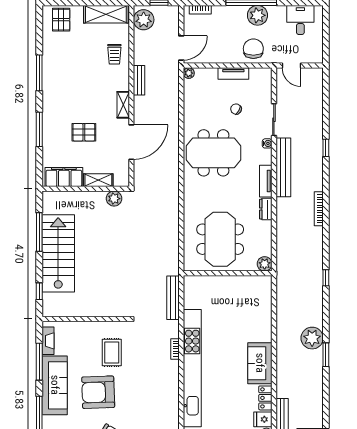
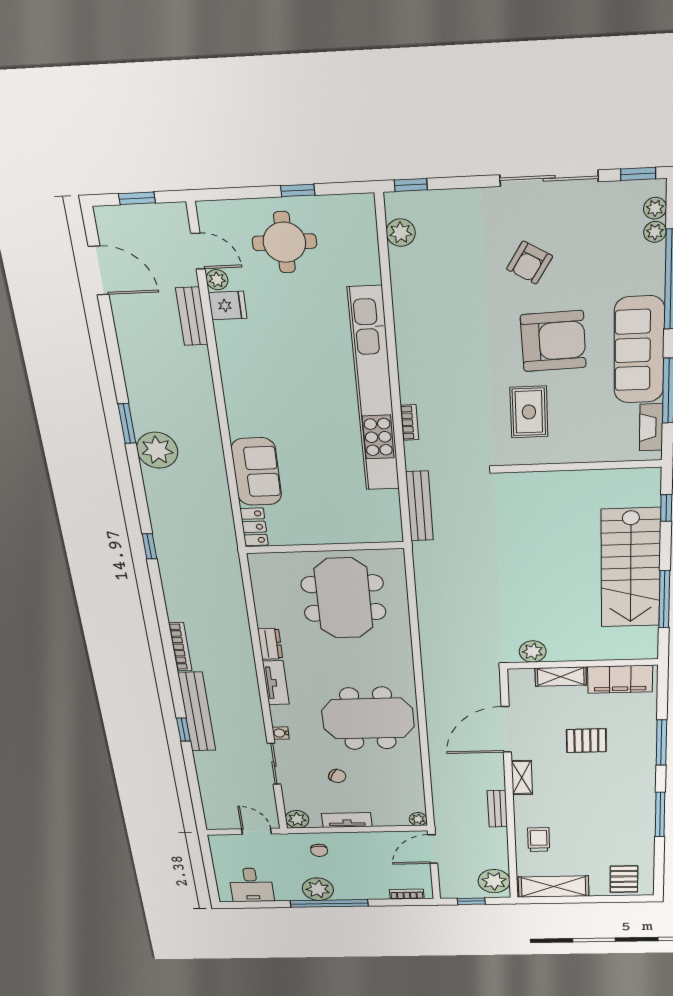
chair: (253, 49) -> (319, 850), width x0.54, depth x0.54
bench: (283, 167) -> (197, 712), moved
plant: (265, 264) -> (297, 819), moved
sofa: (260, 363) -> (256, 472), moved
locker: (265, 398) -> (254, 527), moved

